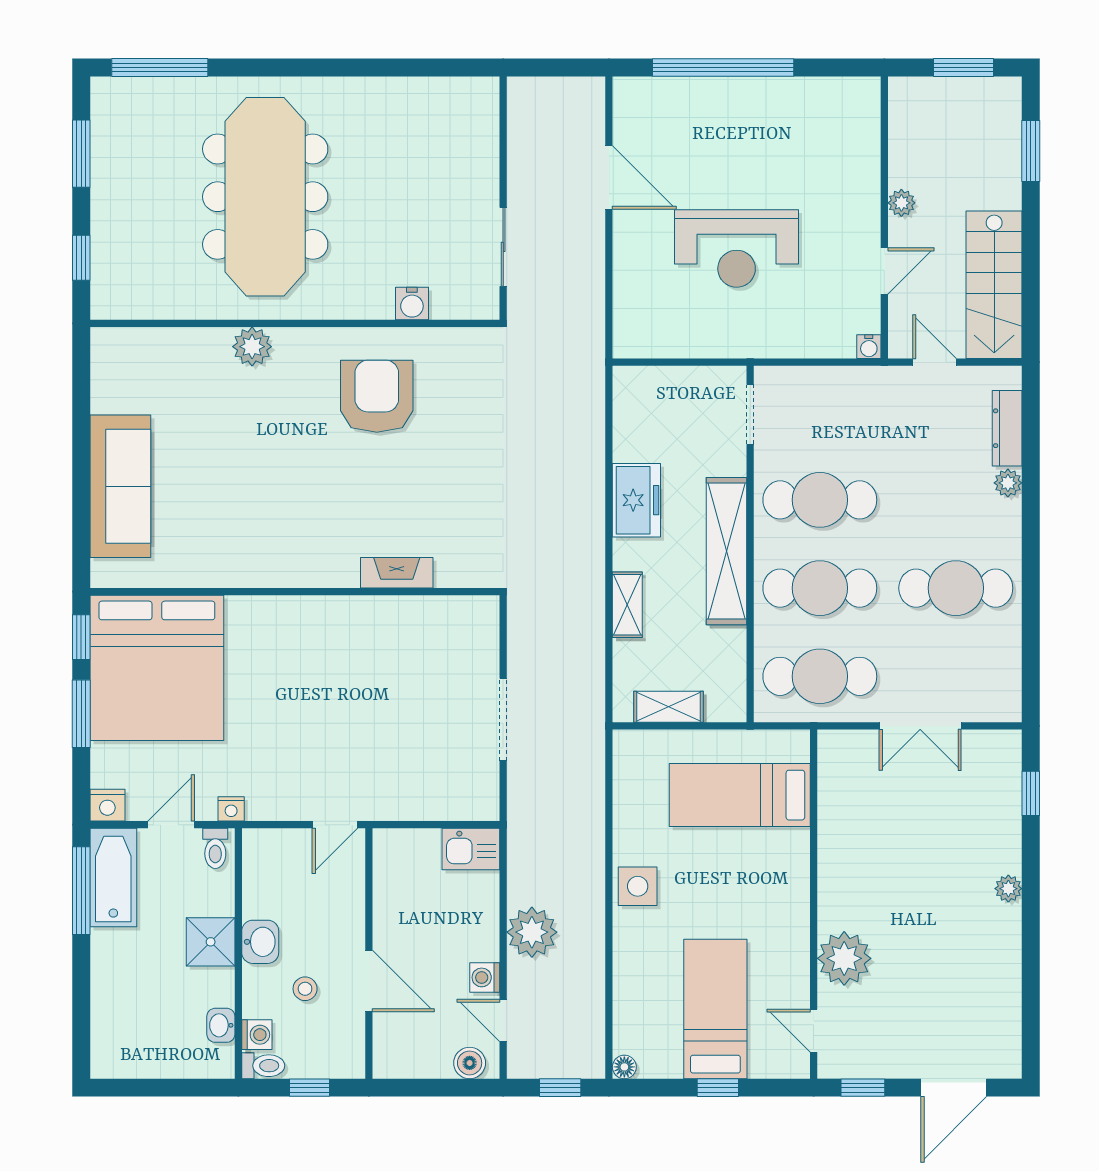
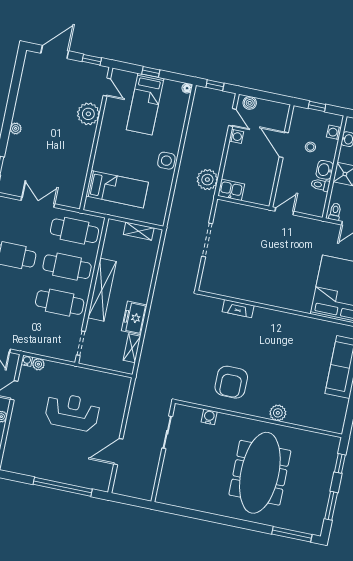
door: (609, 178) -> (118, 452), hinge flipped
plant: (840, 344) -> (38, 364), added
shelving: (627, 605) -> (132, 348), moved
nightstand: (231, 809) -> (325, 226), removed
plant: (532, 932) -> (207, 180), moved
toilet: (263, 1066) -> (320, 185), moved

